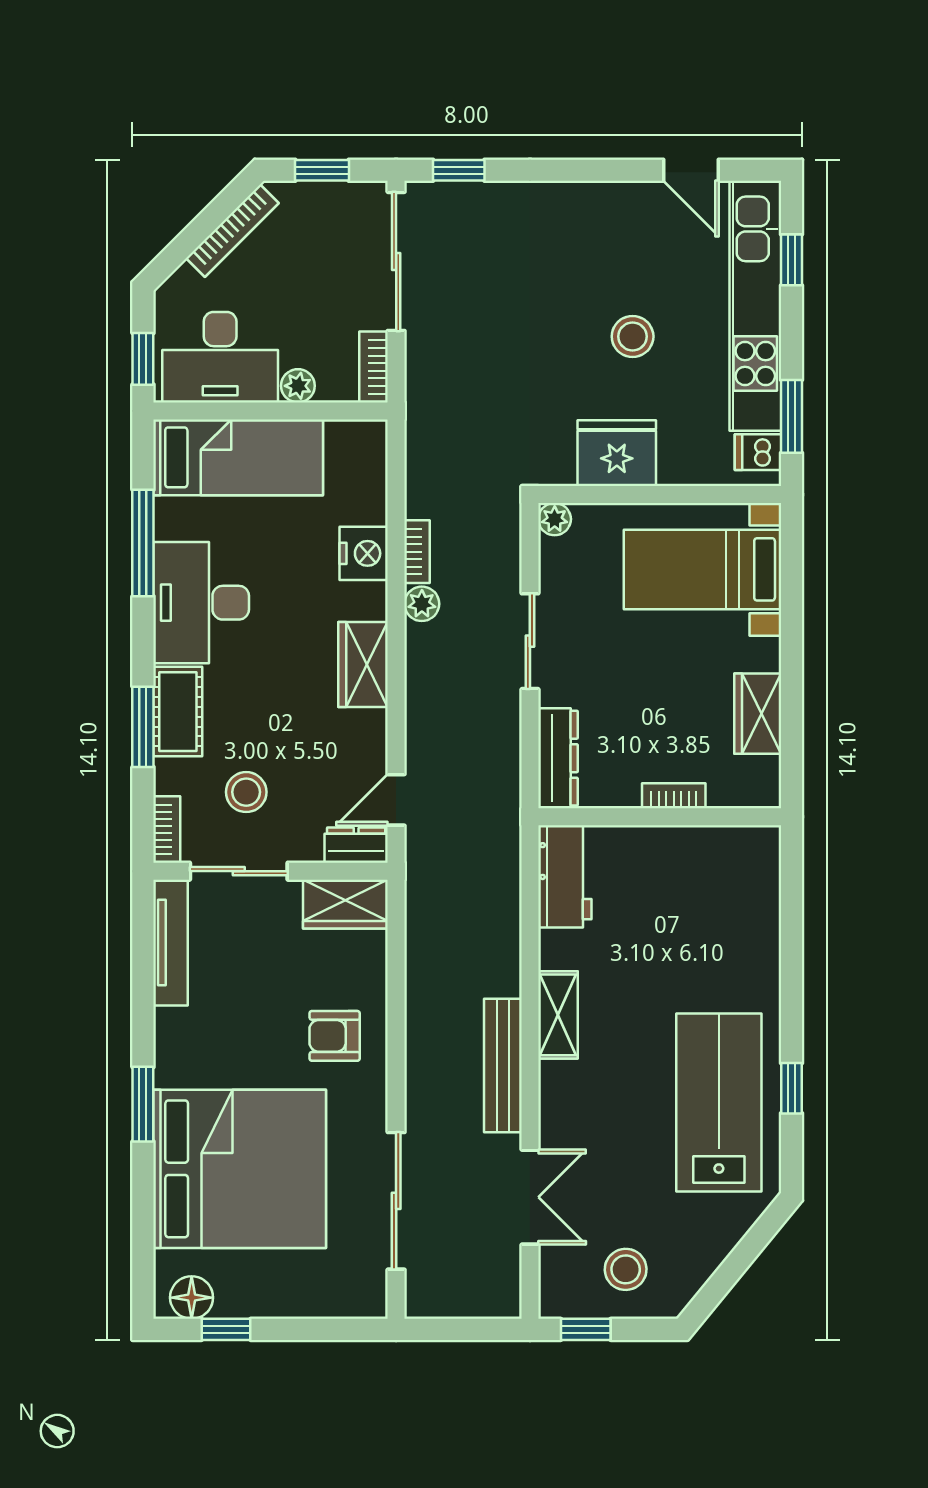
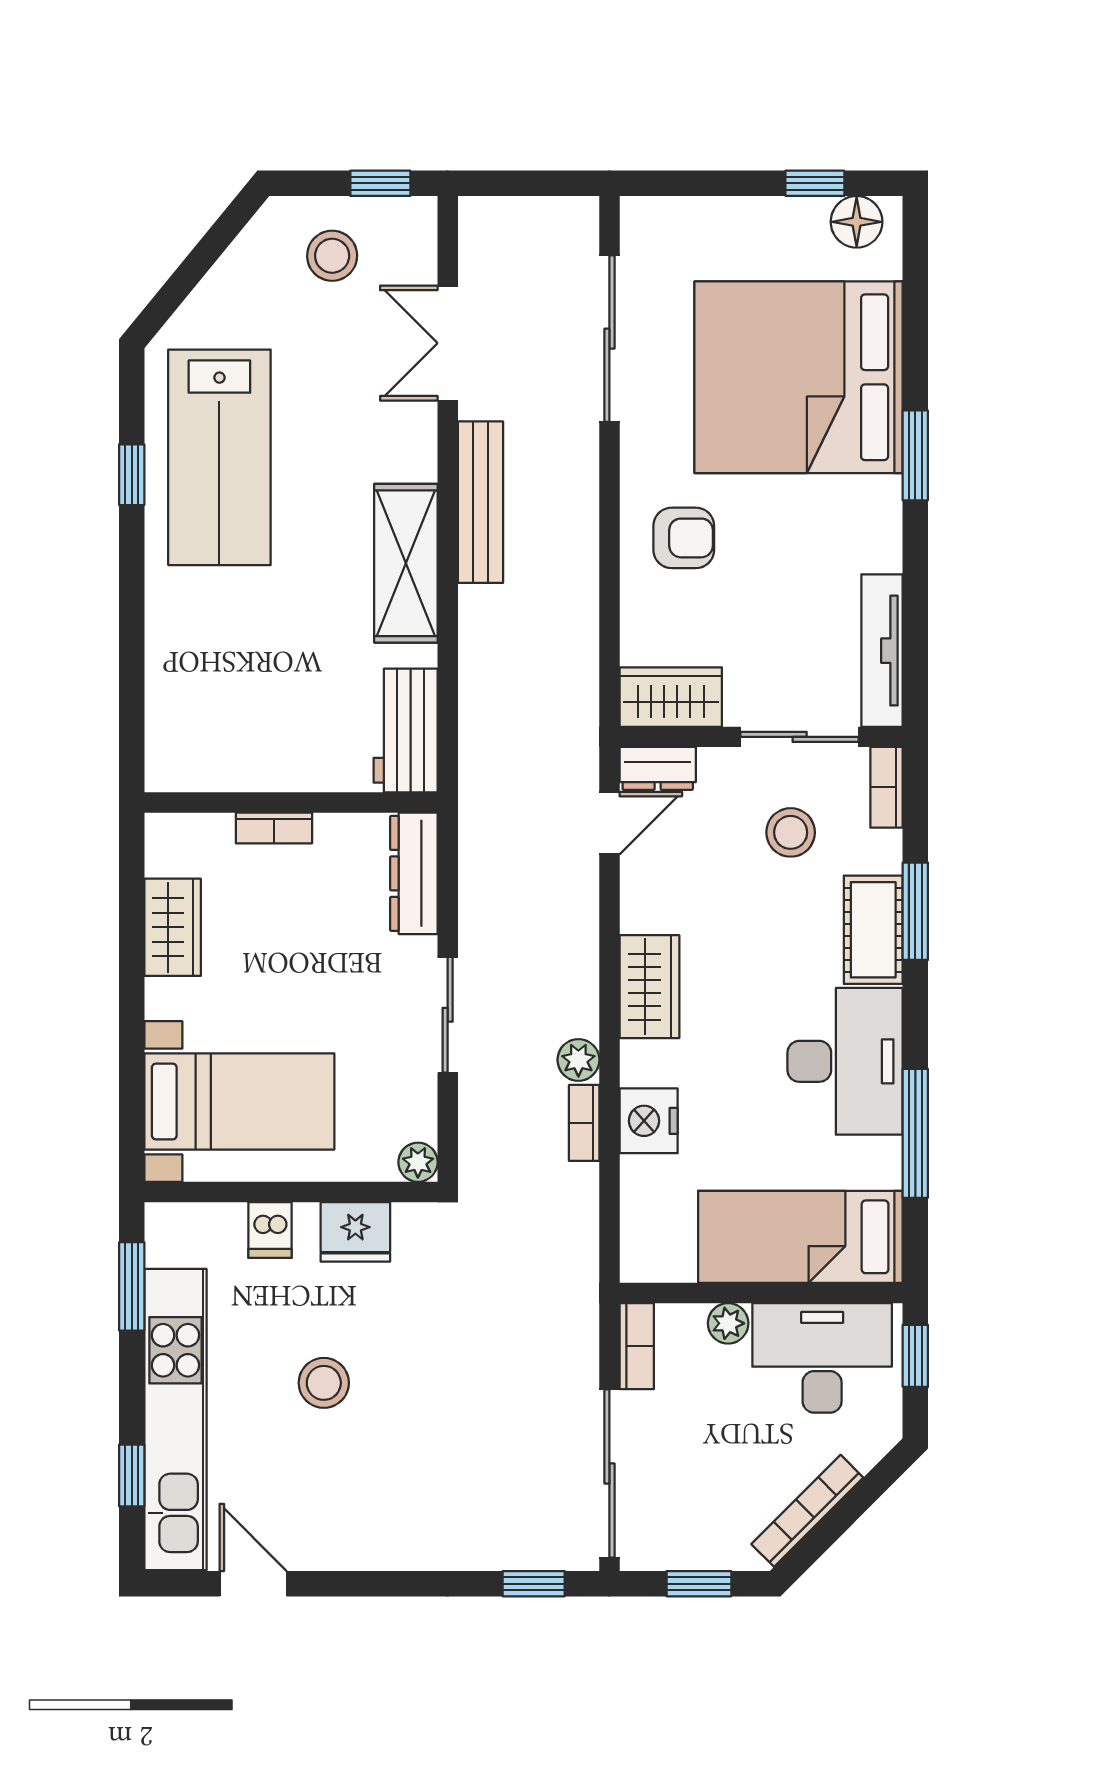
dishwasher: (758, 452) -> (270, 1230), moved, turned 90
fridge: (617, 453) -> (355, 1232), width x0.73, depth x0.75
shelving: (558, 1015) -> (406, 563), width x1.50, depth x1.33

